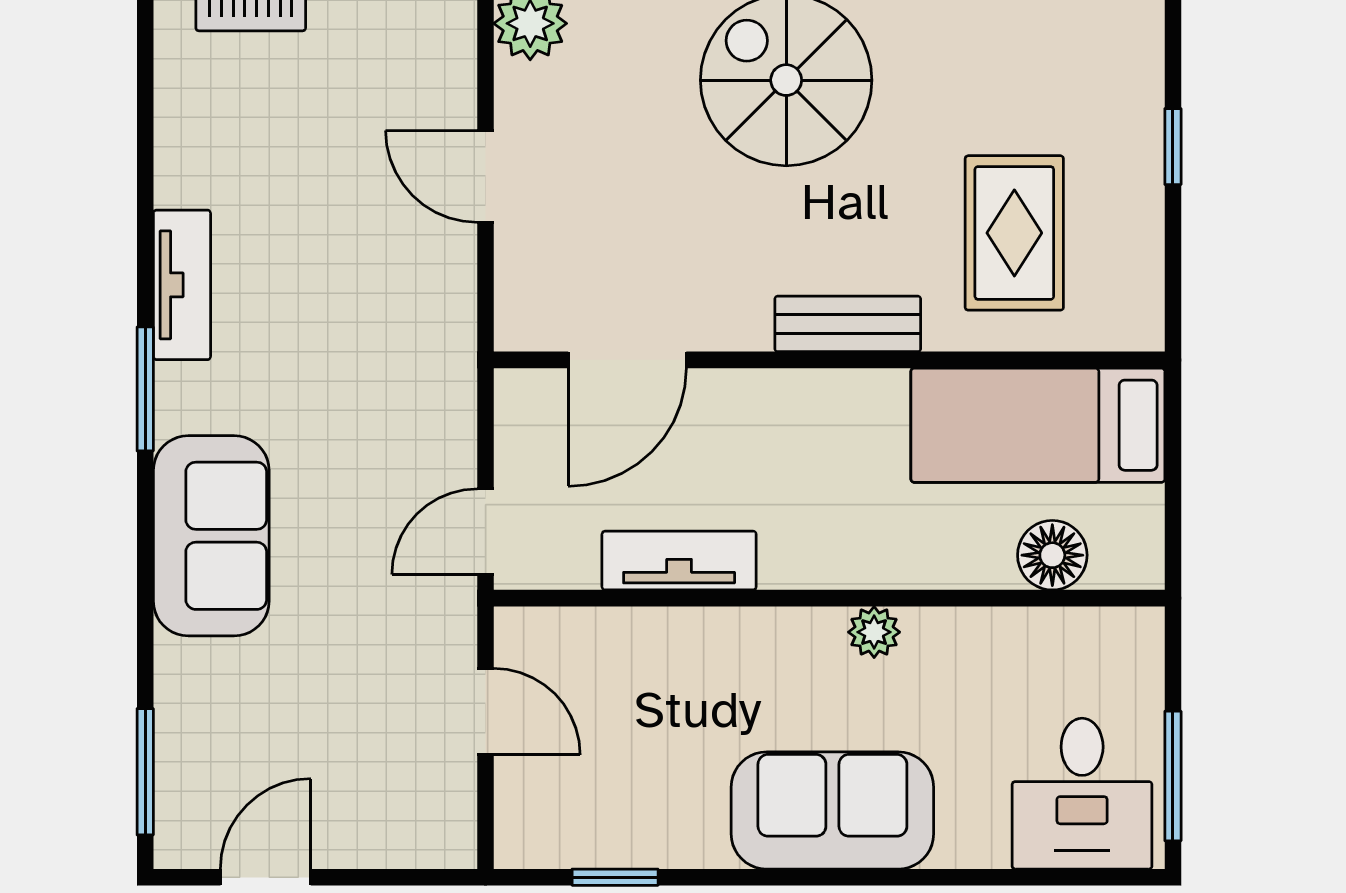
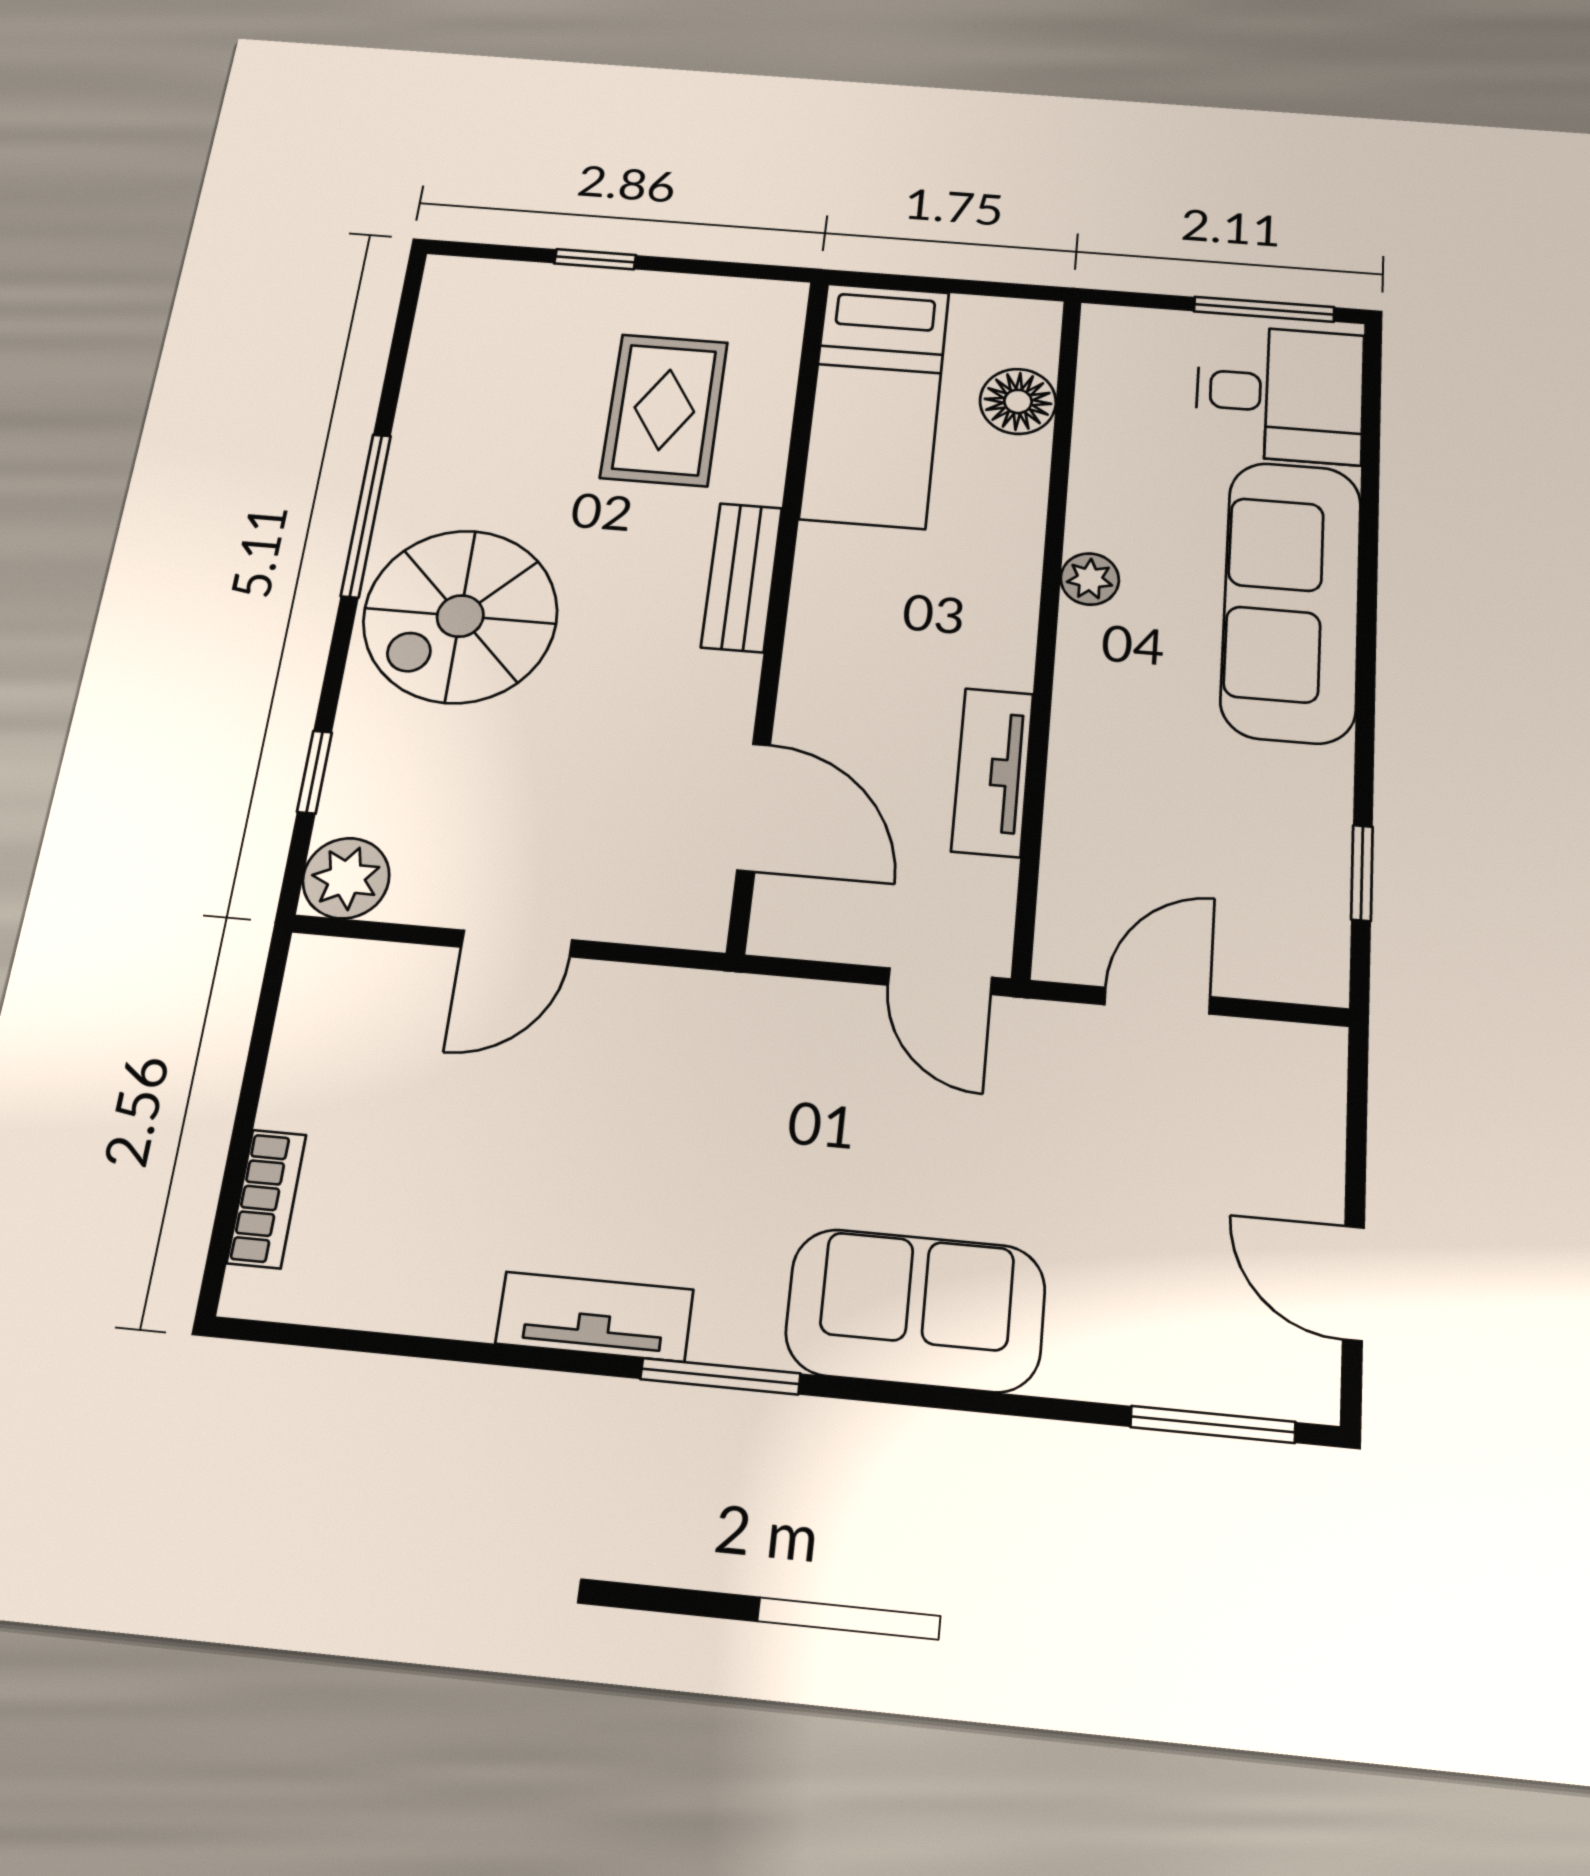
rug: (1014, 233) -> (664, 410), turned 90
sofa: (832, 810) -> (1291, 600), width x1.36

